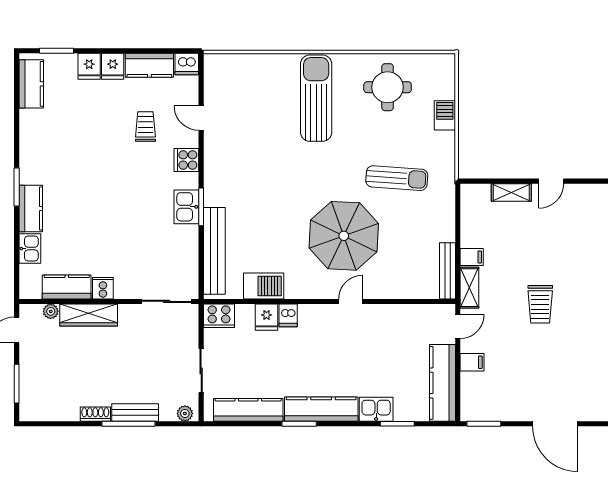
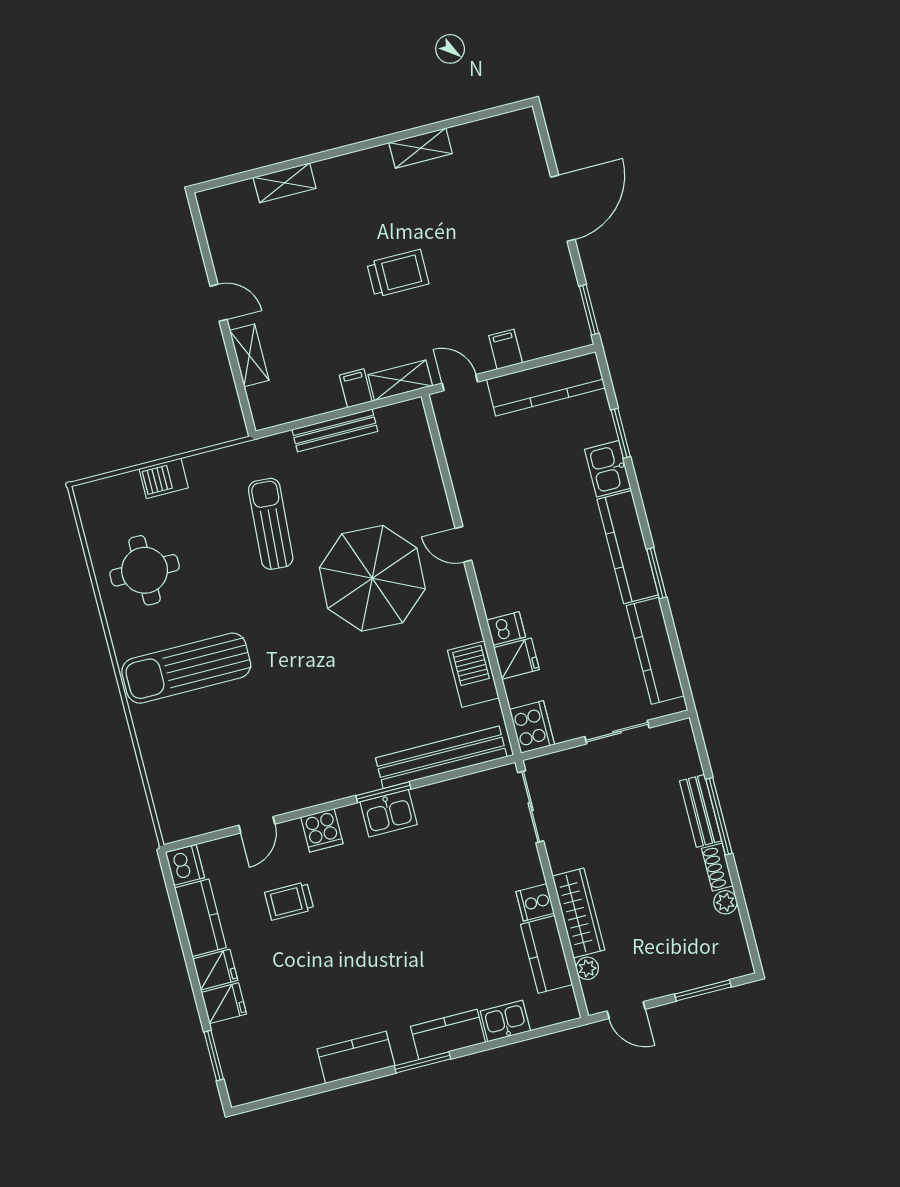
kitchen counter: (31, 84) -> (356, 1057), moved
bench: (447, 271) -> (335, 430), moved
plant: (185, 413) -> (725, 902), moved

